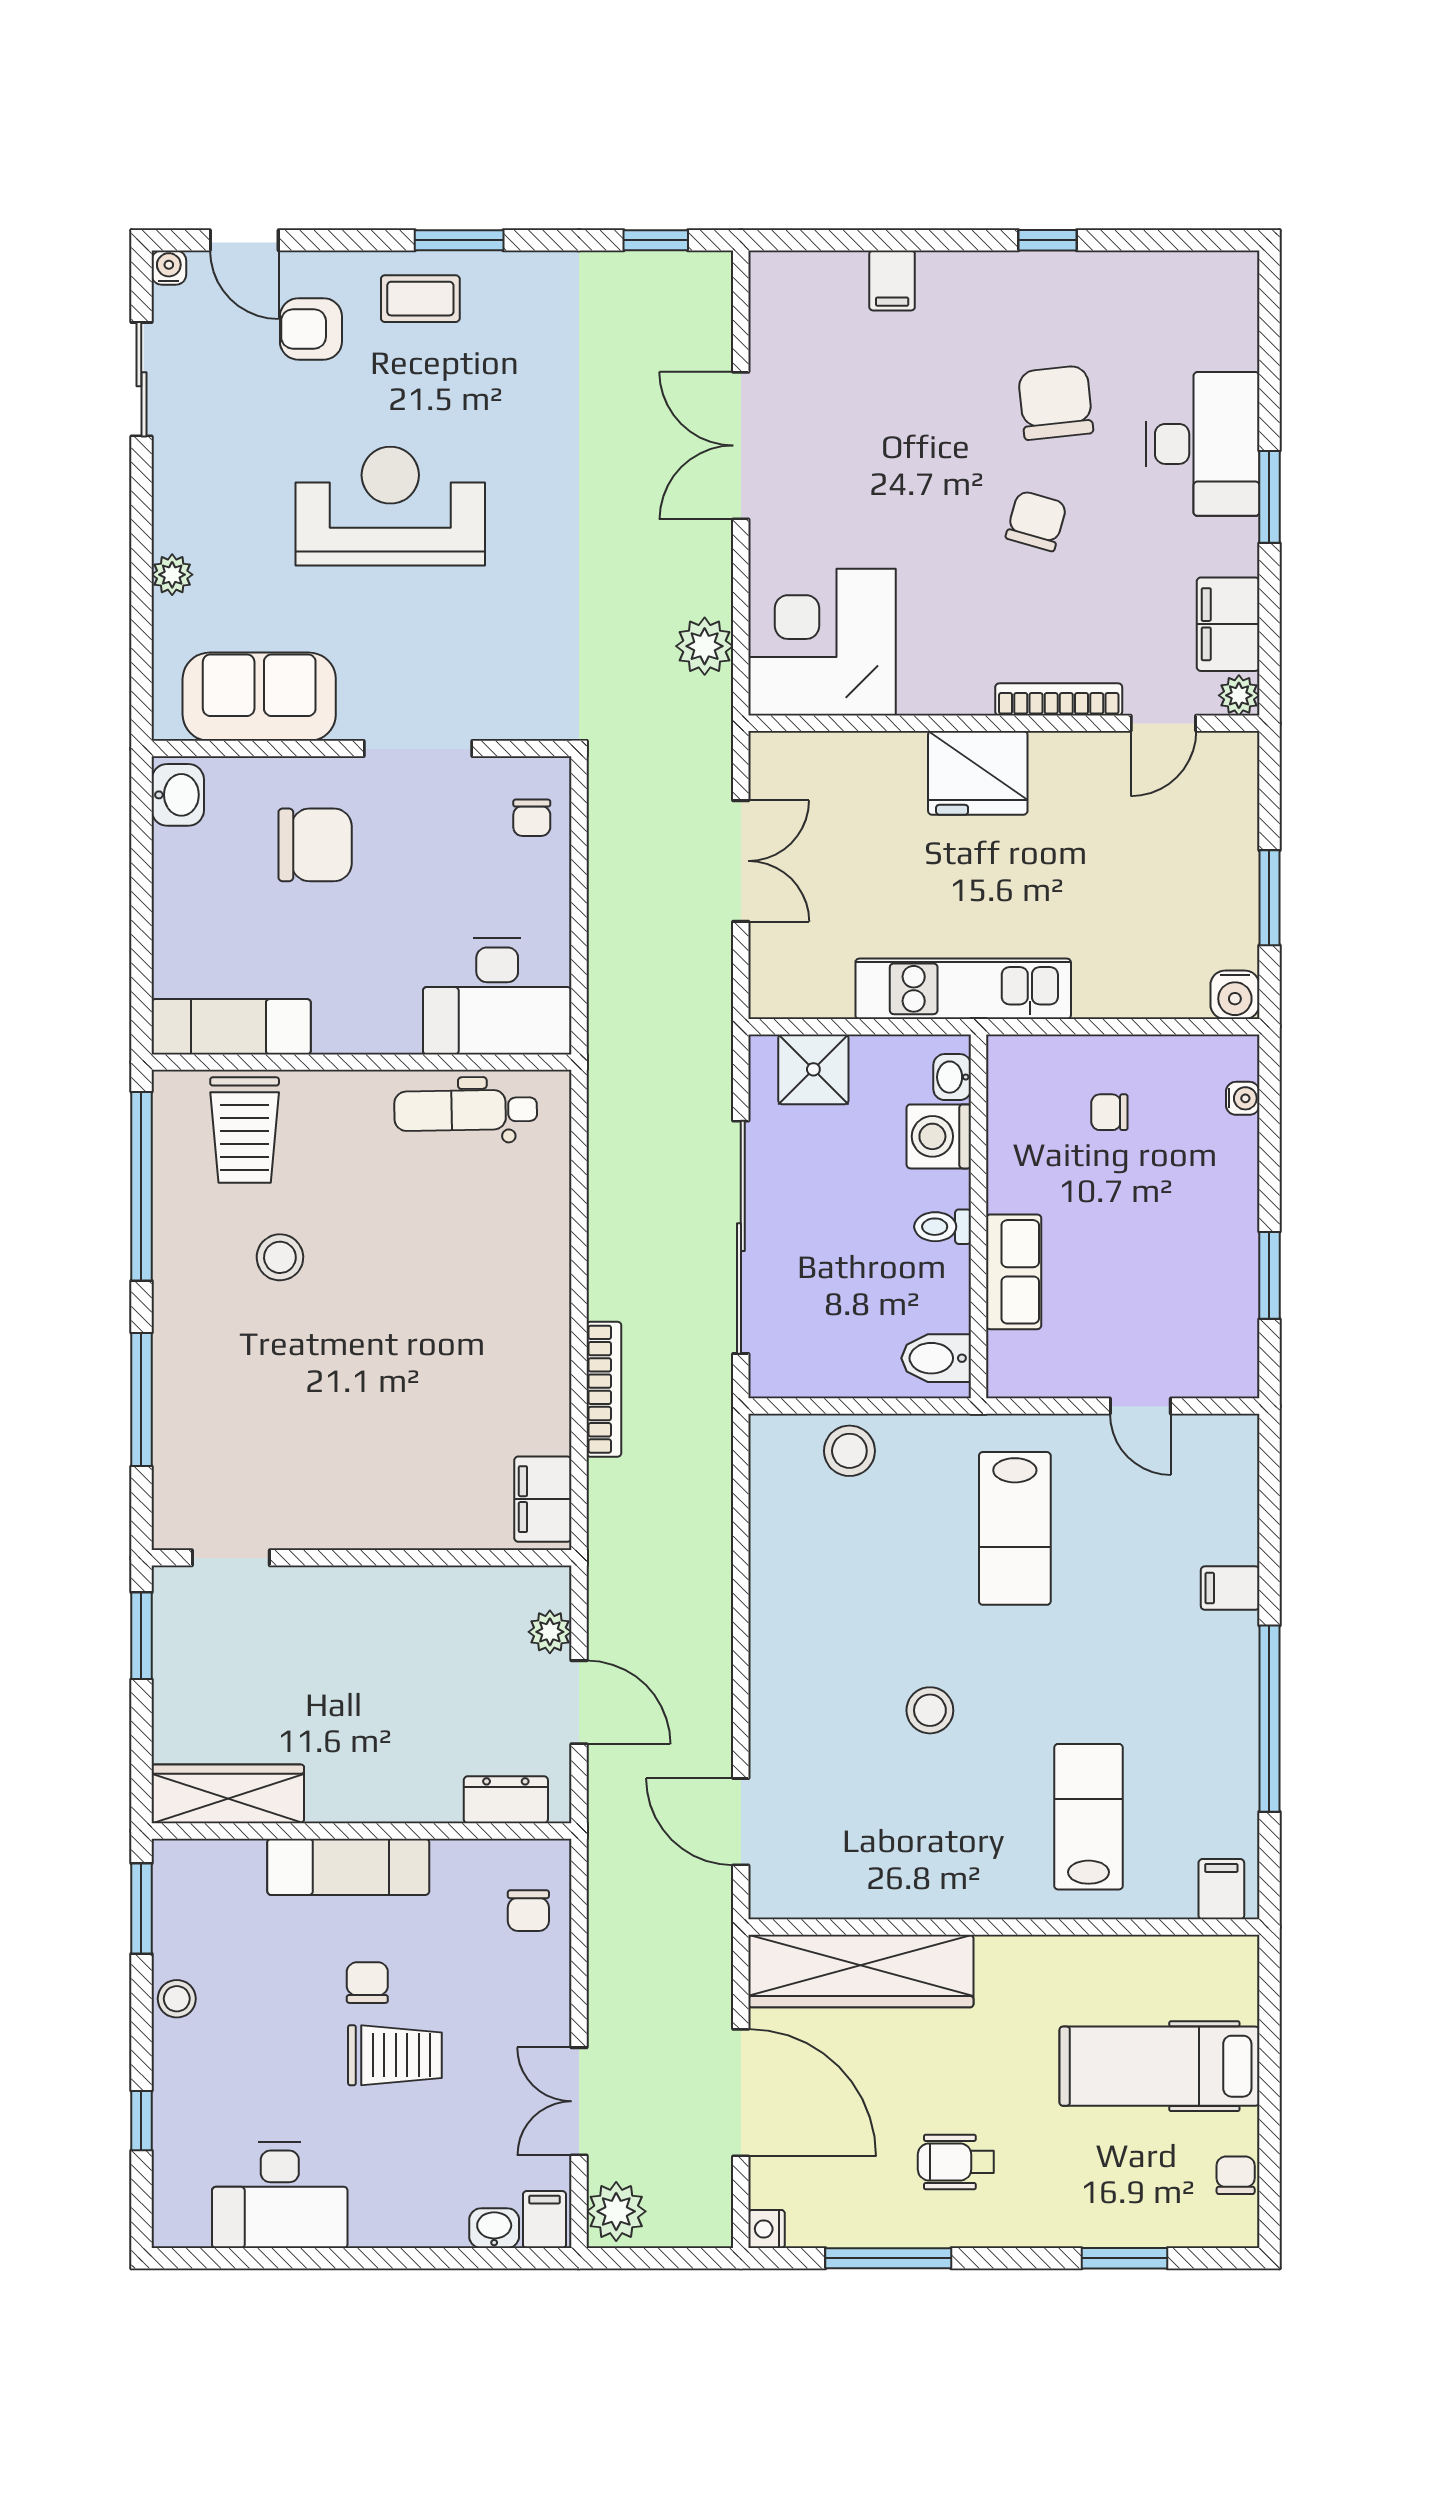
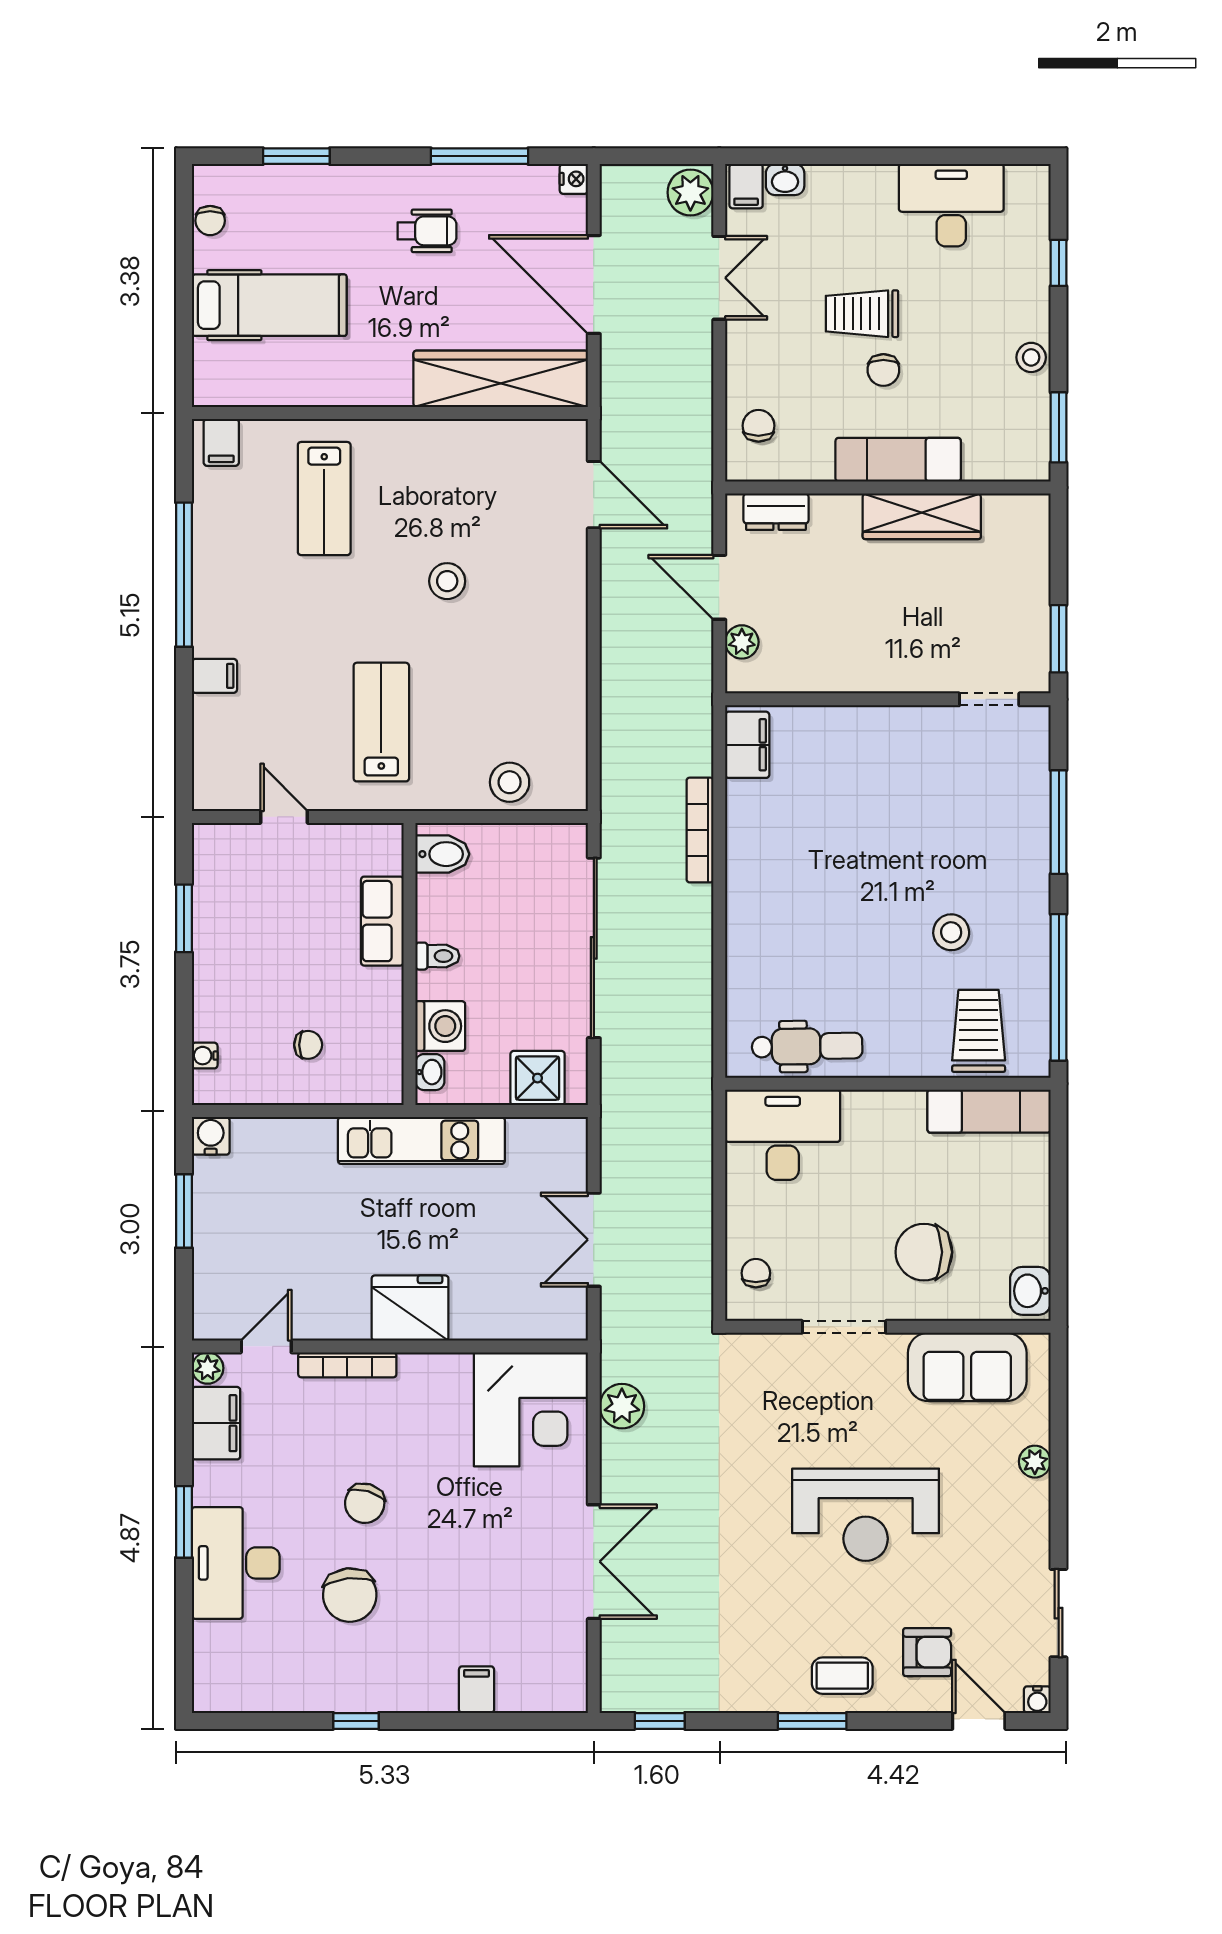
wardrobe: (228, 1794) -> (922, 516), moved

